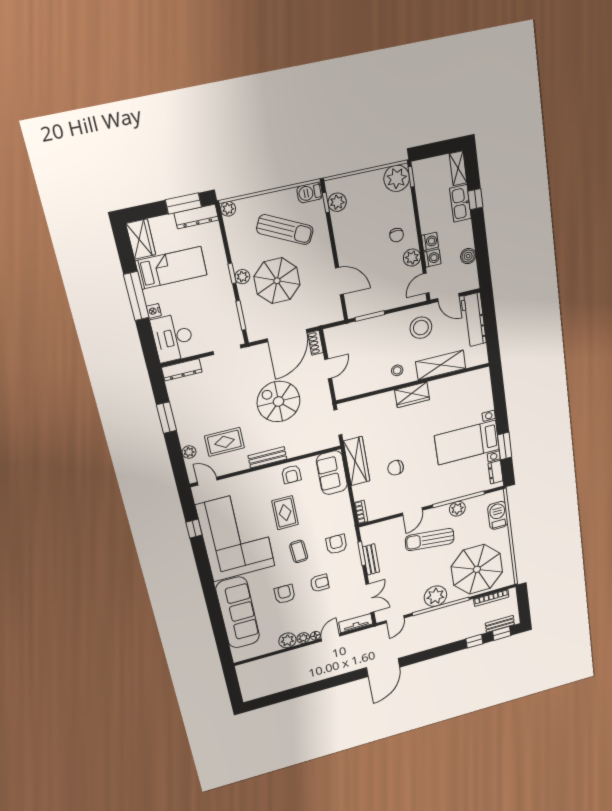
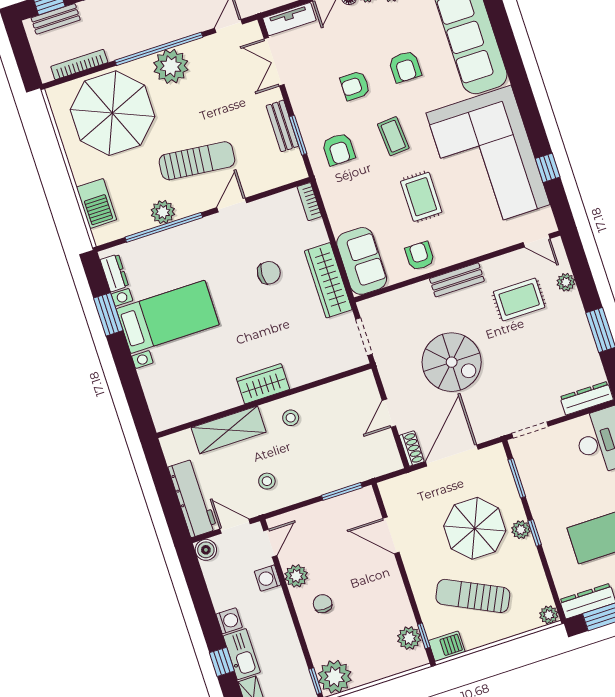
washing machine: (430, 241) -> (229, 621), moved, turned 180
boiler: (468, 256) -> (206, 550), moved
stool: (421, 328) -> (267, 481), width x0.53, depth x0.53

